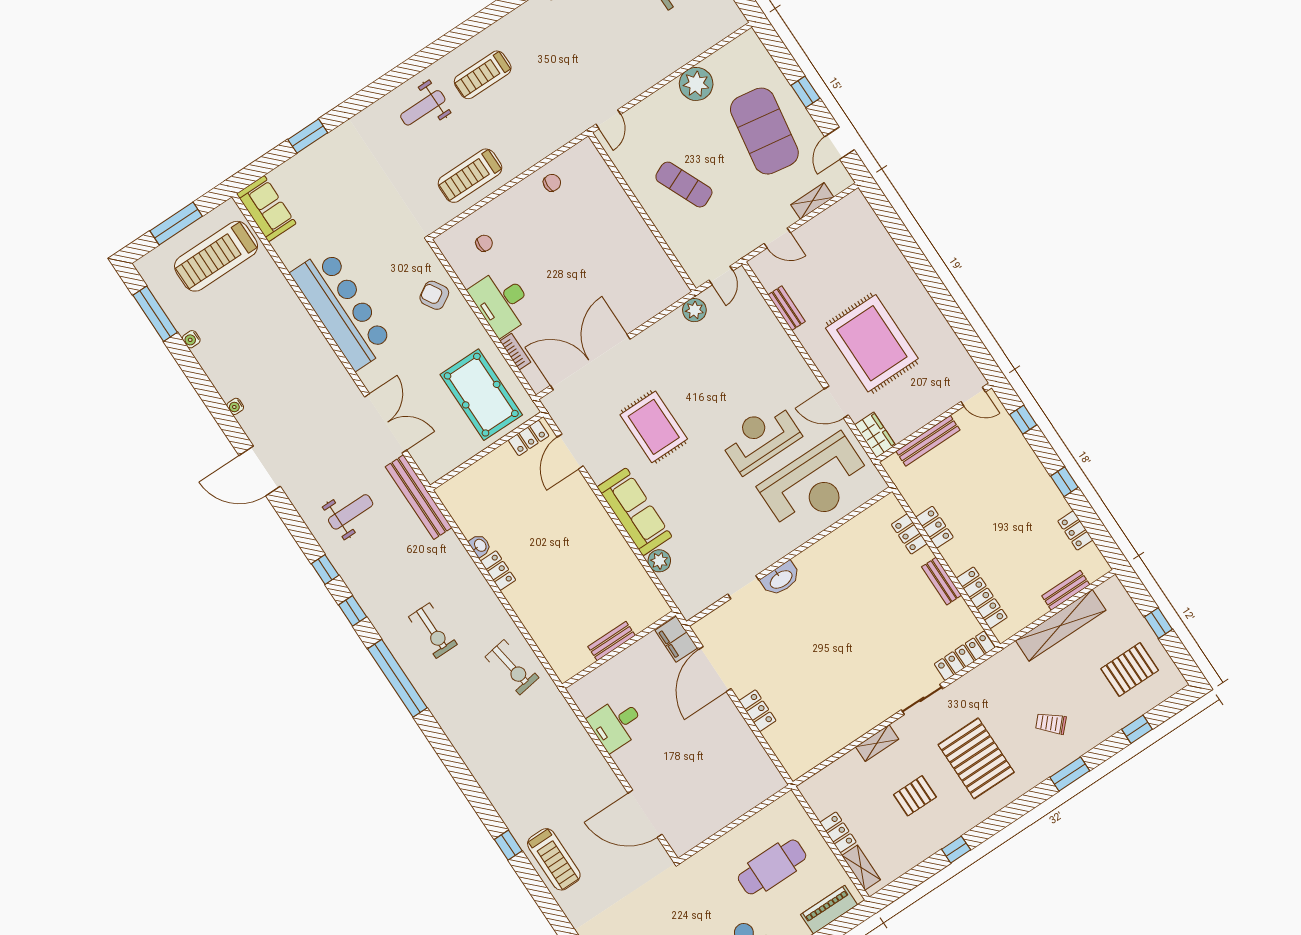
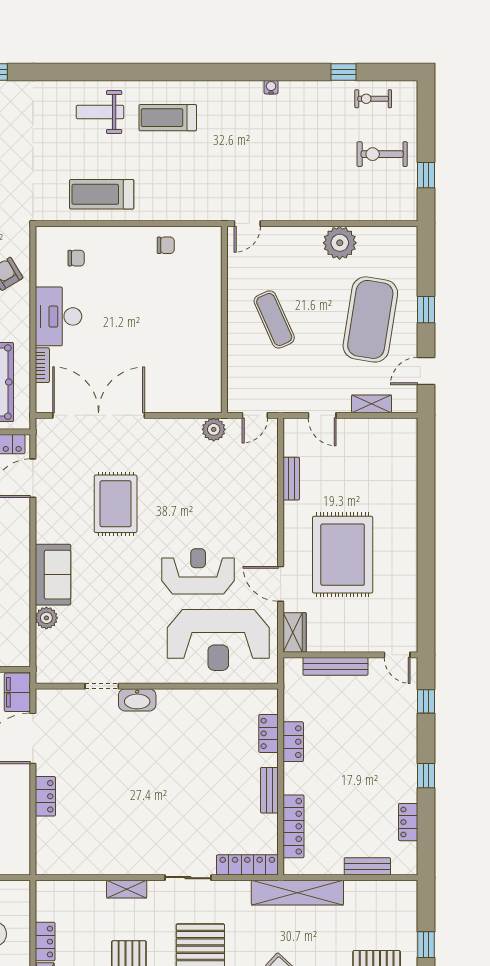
sofa: (634, 512) -> (53, 575), width x0.73
shelving: (1061, 625) -> (297, 893), moved

